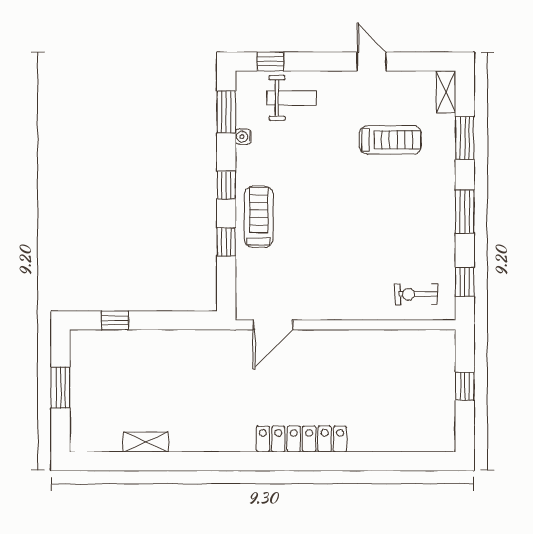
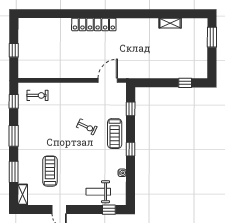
window: (226, 112) -> (130, 185), removed
treadmill: (390, 140) -> (50, 171), turned 90
exercise bike: (315, 230) -> (87, 127), added
window: (226, 242) -> (131, 109), moved
window: (60, 387) -> (212, 37), moved

